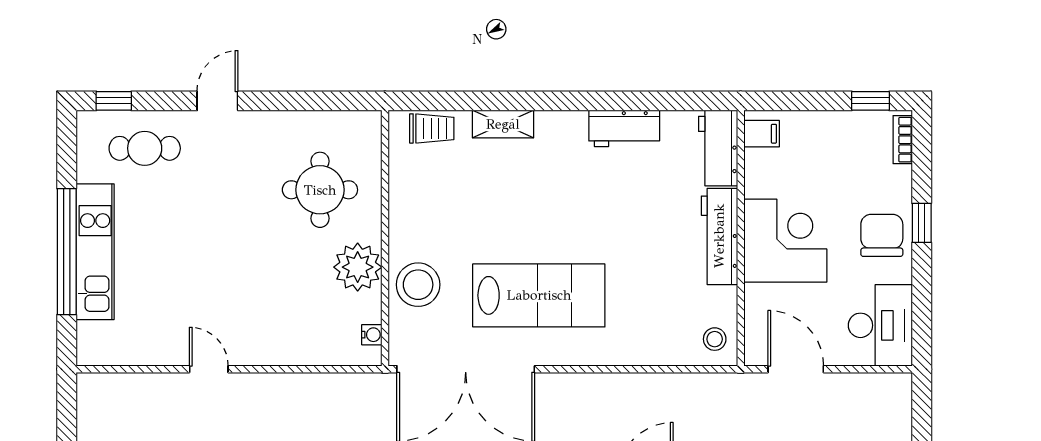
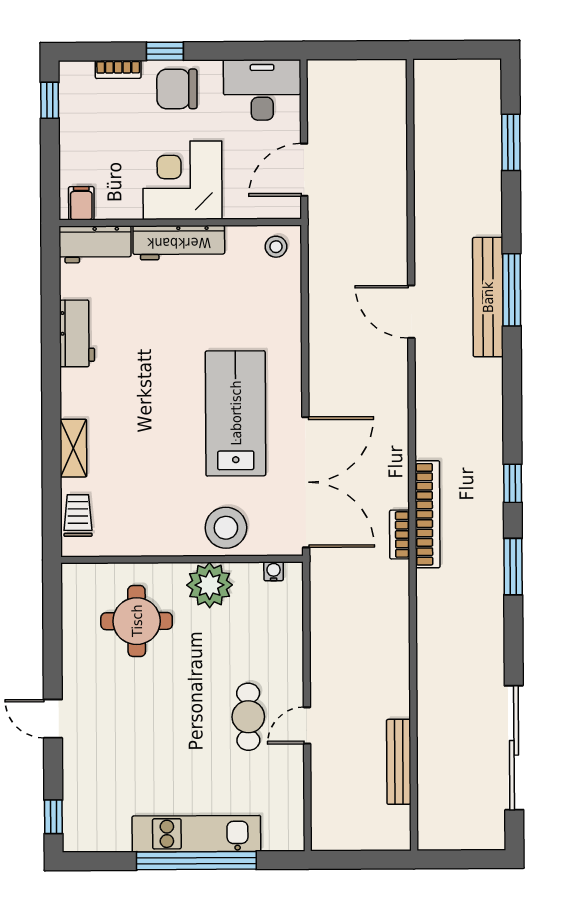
bookcase: (903, 140) -> (118, 69), moved
cafe table: (145, 148) -> (248, 717), moved

